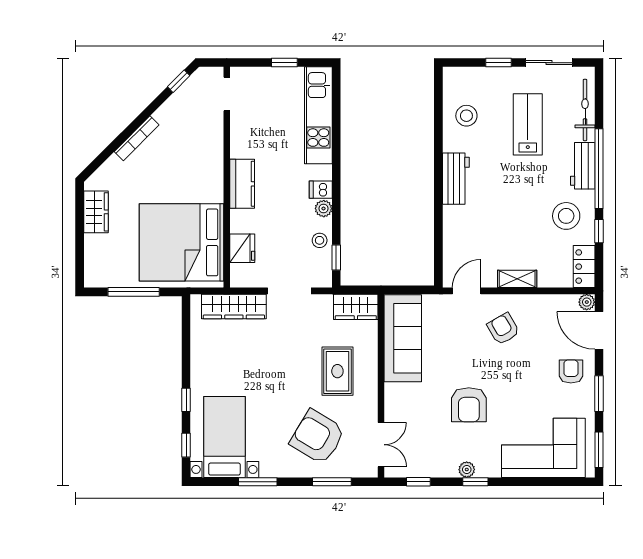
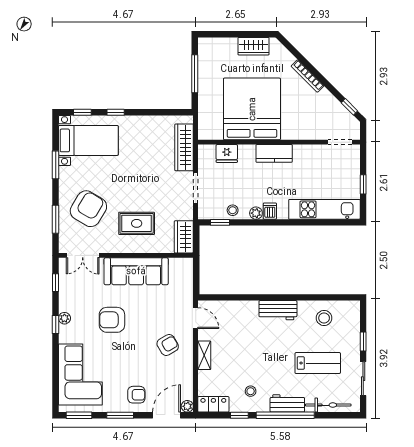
stool: (566, 216) -> (251, 391), width x0.53, depth x0.53
bed: (181, 242) -> (252, 109), moved
sofa: (403, 338) -> (136, 271), moved

